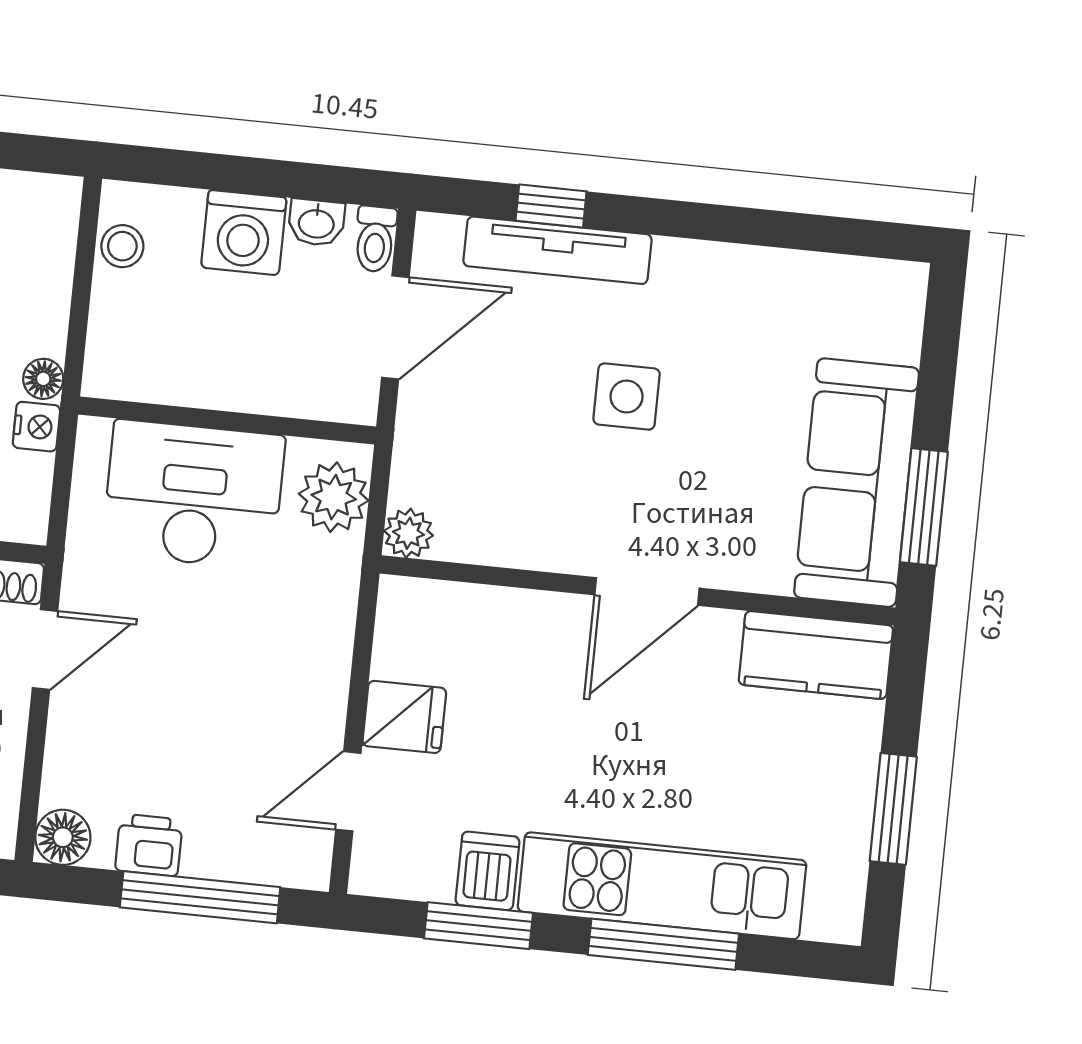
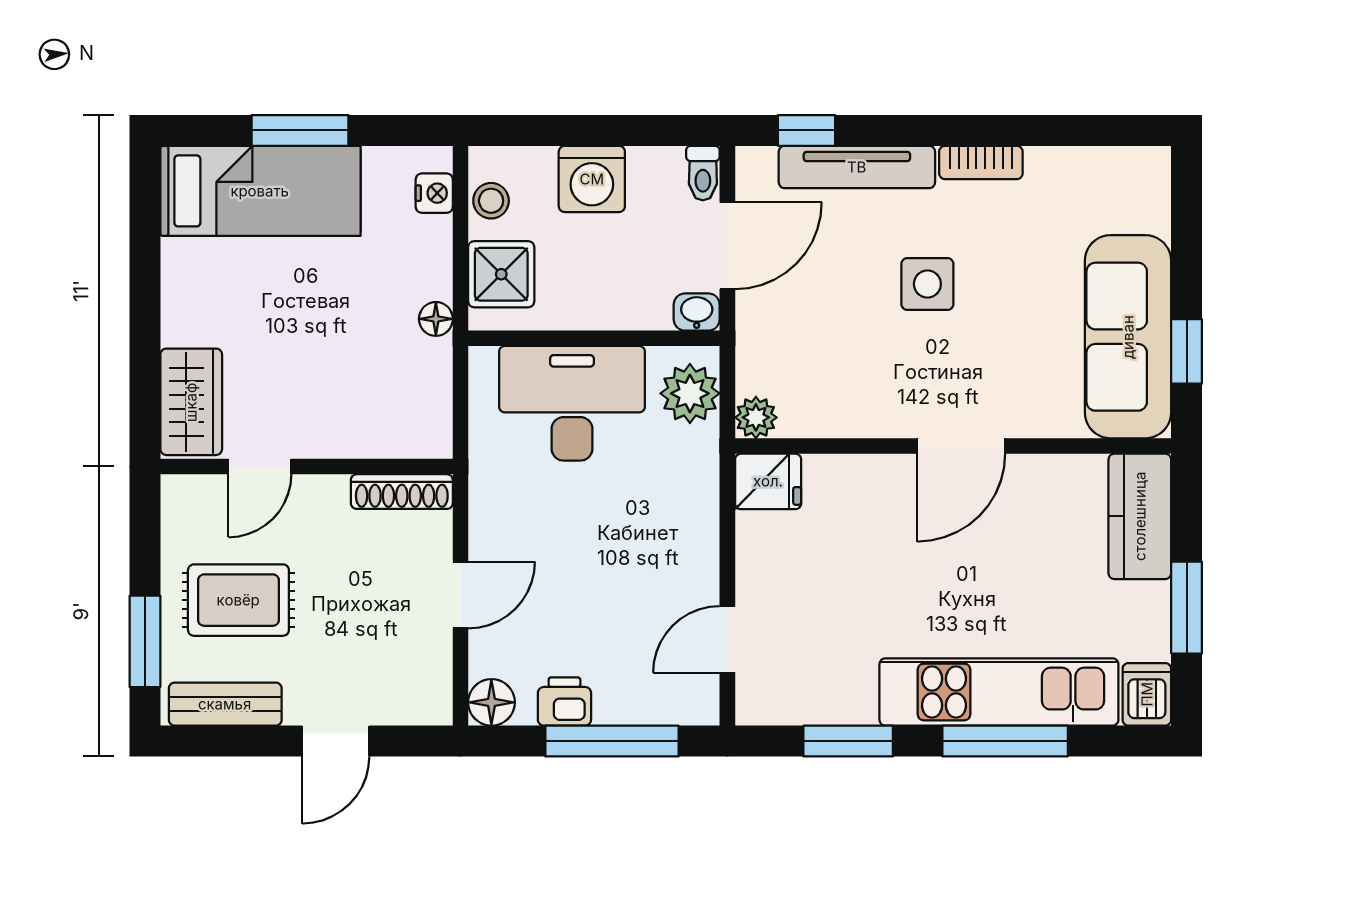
window: (551, 206) -> (807, 130), moved
washbasin: (316, 223) -> (697, 312), moved, turned 180
bookcase: (704, 260) -> (981, 163), added
shower: (126, 334) -> (501, 274), added
nightstand: (36, 427) -> (434, 193), moved
window: (924, 507) -> (1187, 351), width x0.67
door: (45, 650) -> (460, 595), moved
kitchen counter: (816, 655) -> (1140, 516), moved, turned 90
fridge: (404, 717) -> (768, 481), moved
dishwasher: (488, 871) -> (1147, 694), moved

